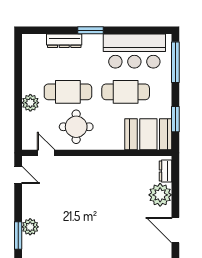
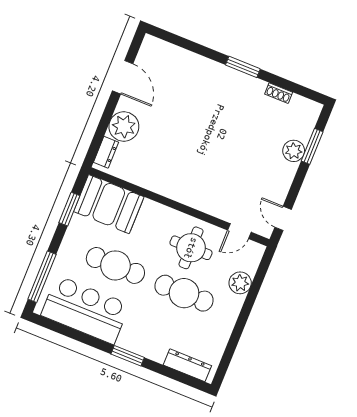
dresser: (64, 41) -> (187, 365), moved
plant: (30, 103) -> (240, 283), moved
door: (46, 153) -> (239, 231), hinge flipped

